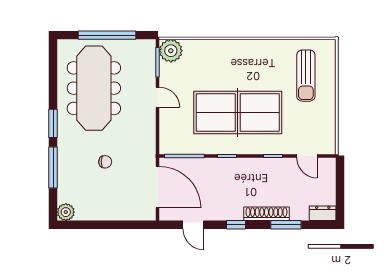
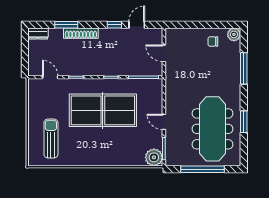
window: (53, 123) -> (244, 122), moved
chair: (105, 162) -> (213, 41), moved
door: (158, 187) -> (164, 53), width x0.53
door: (193, 225) -> (137, 25), hinge flipped
window: (236, 225) -> (114, 25), moved

